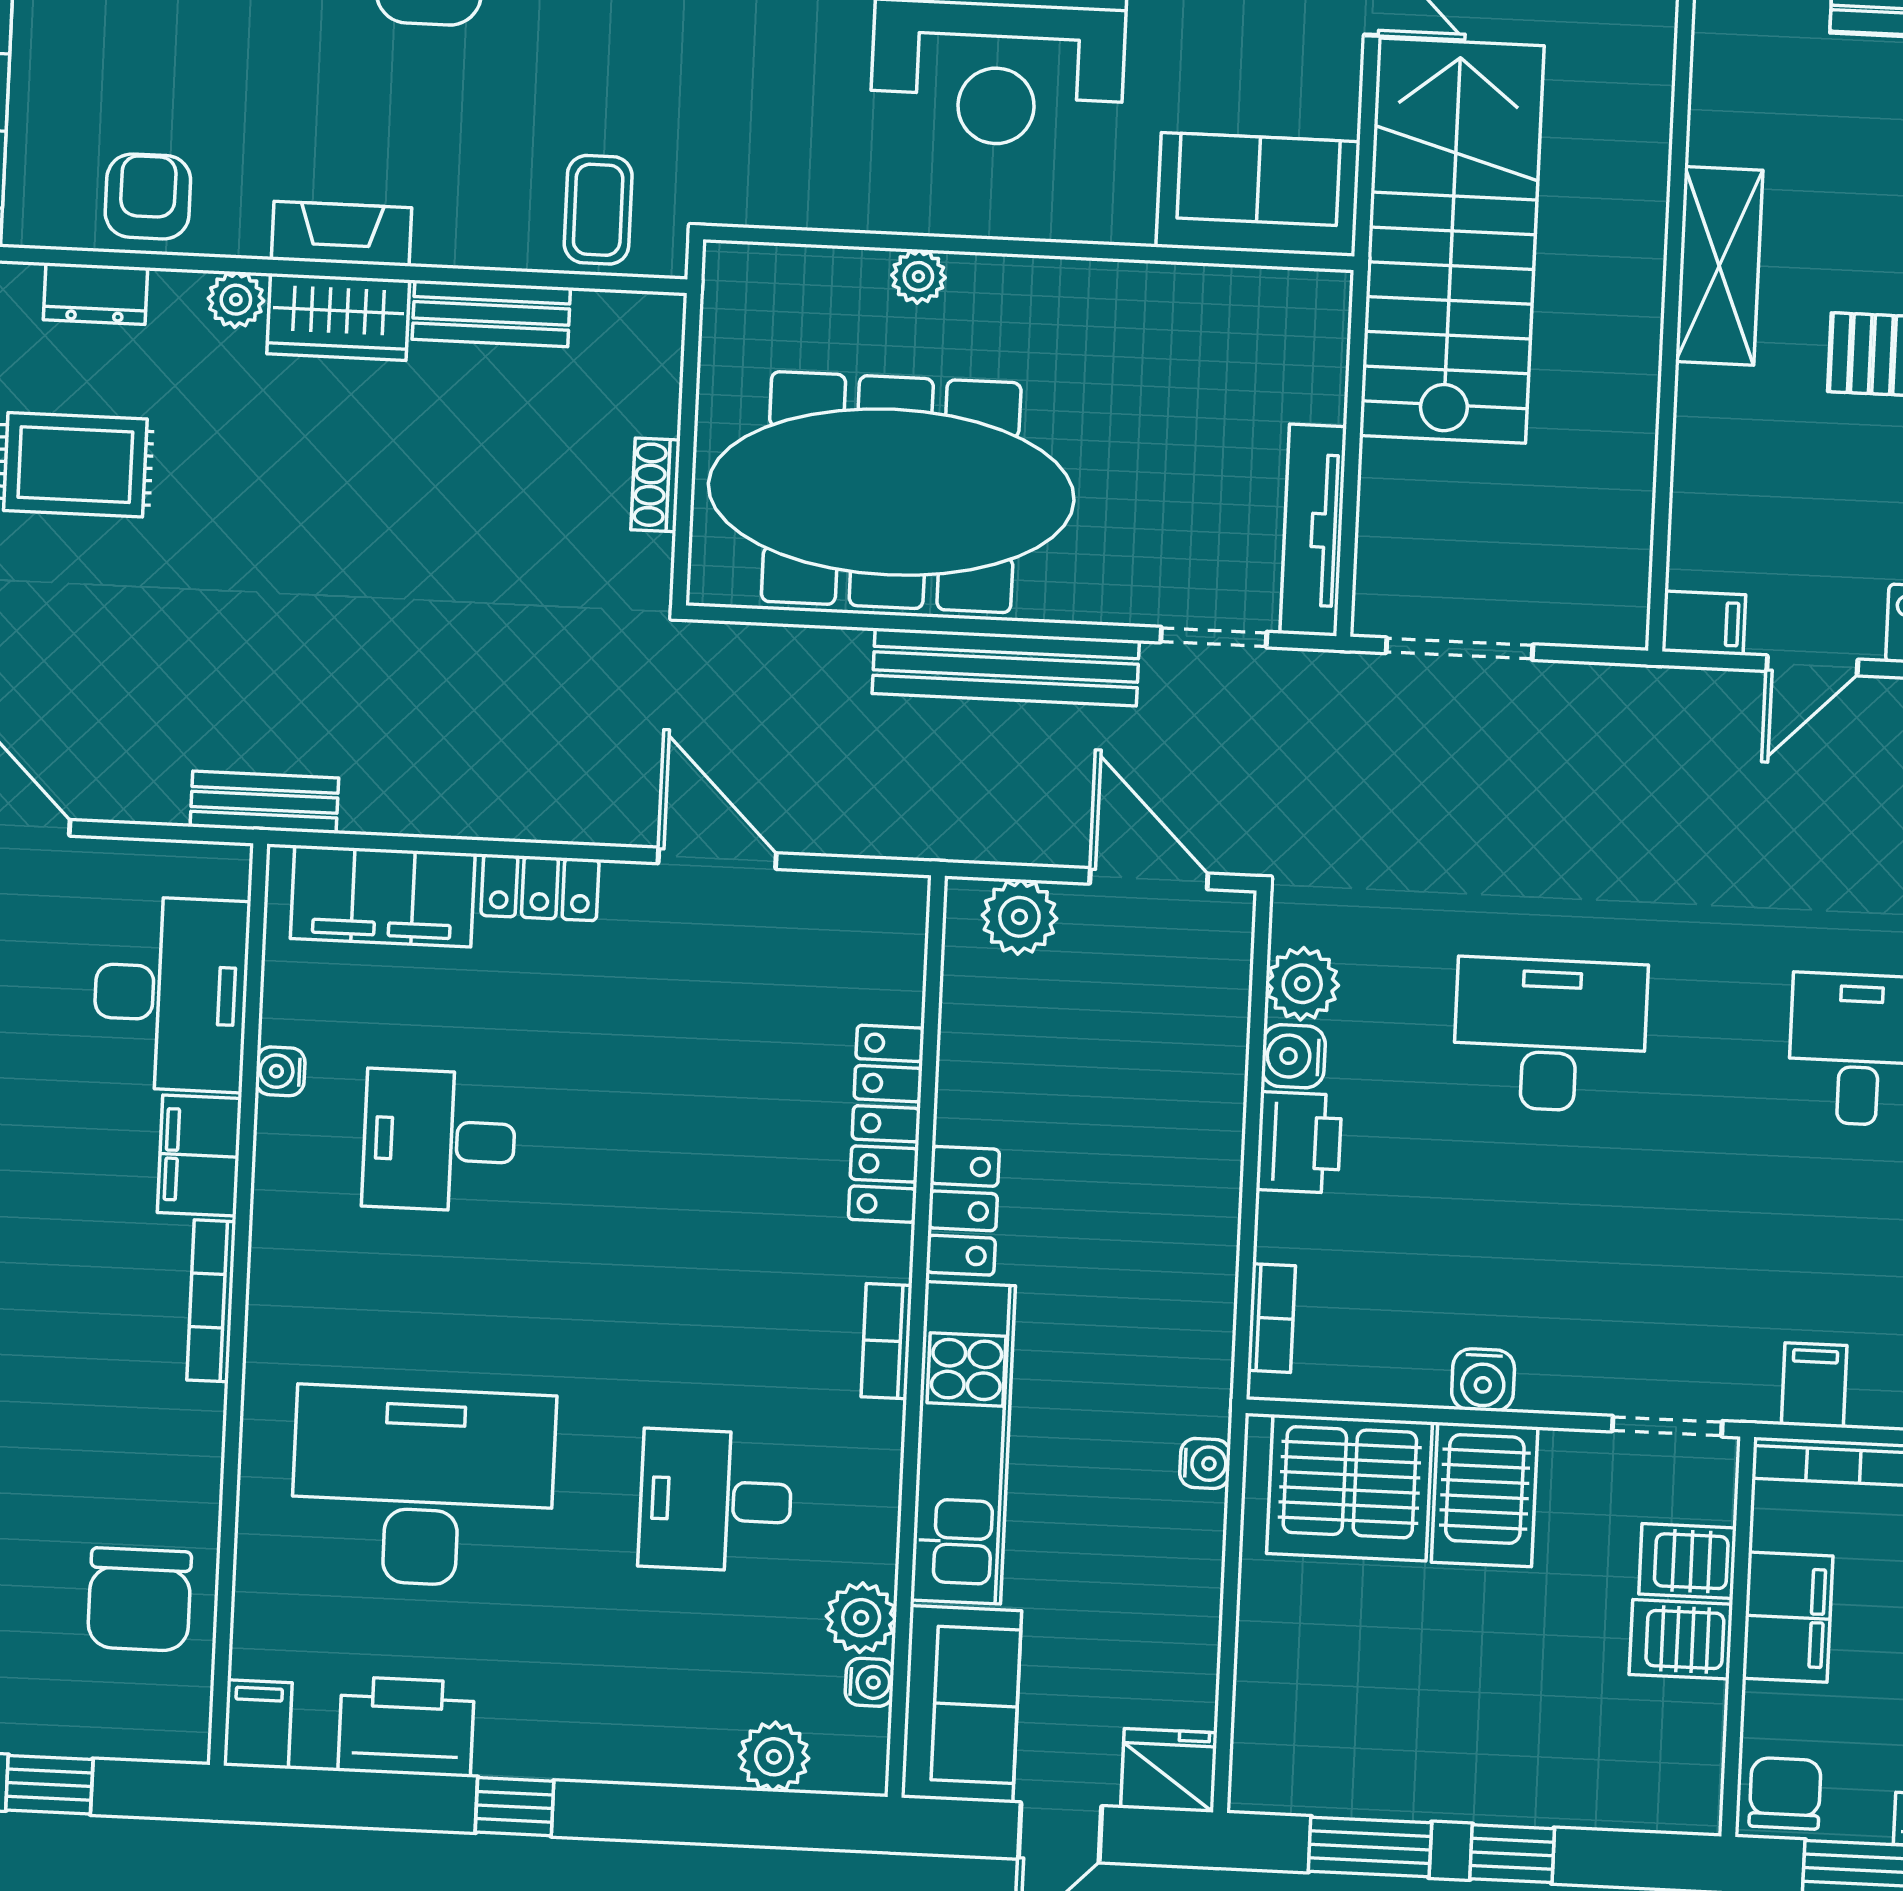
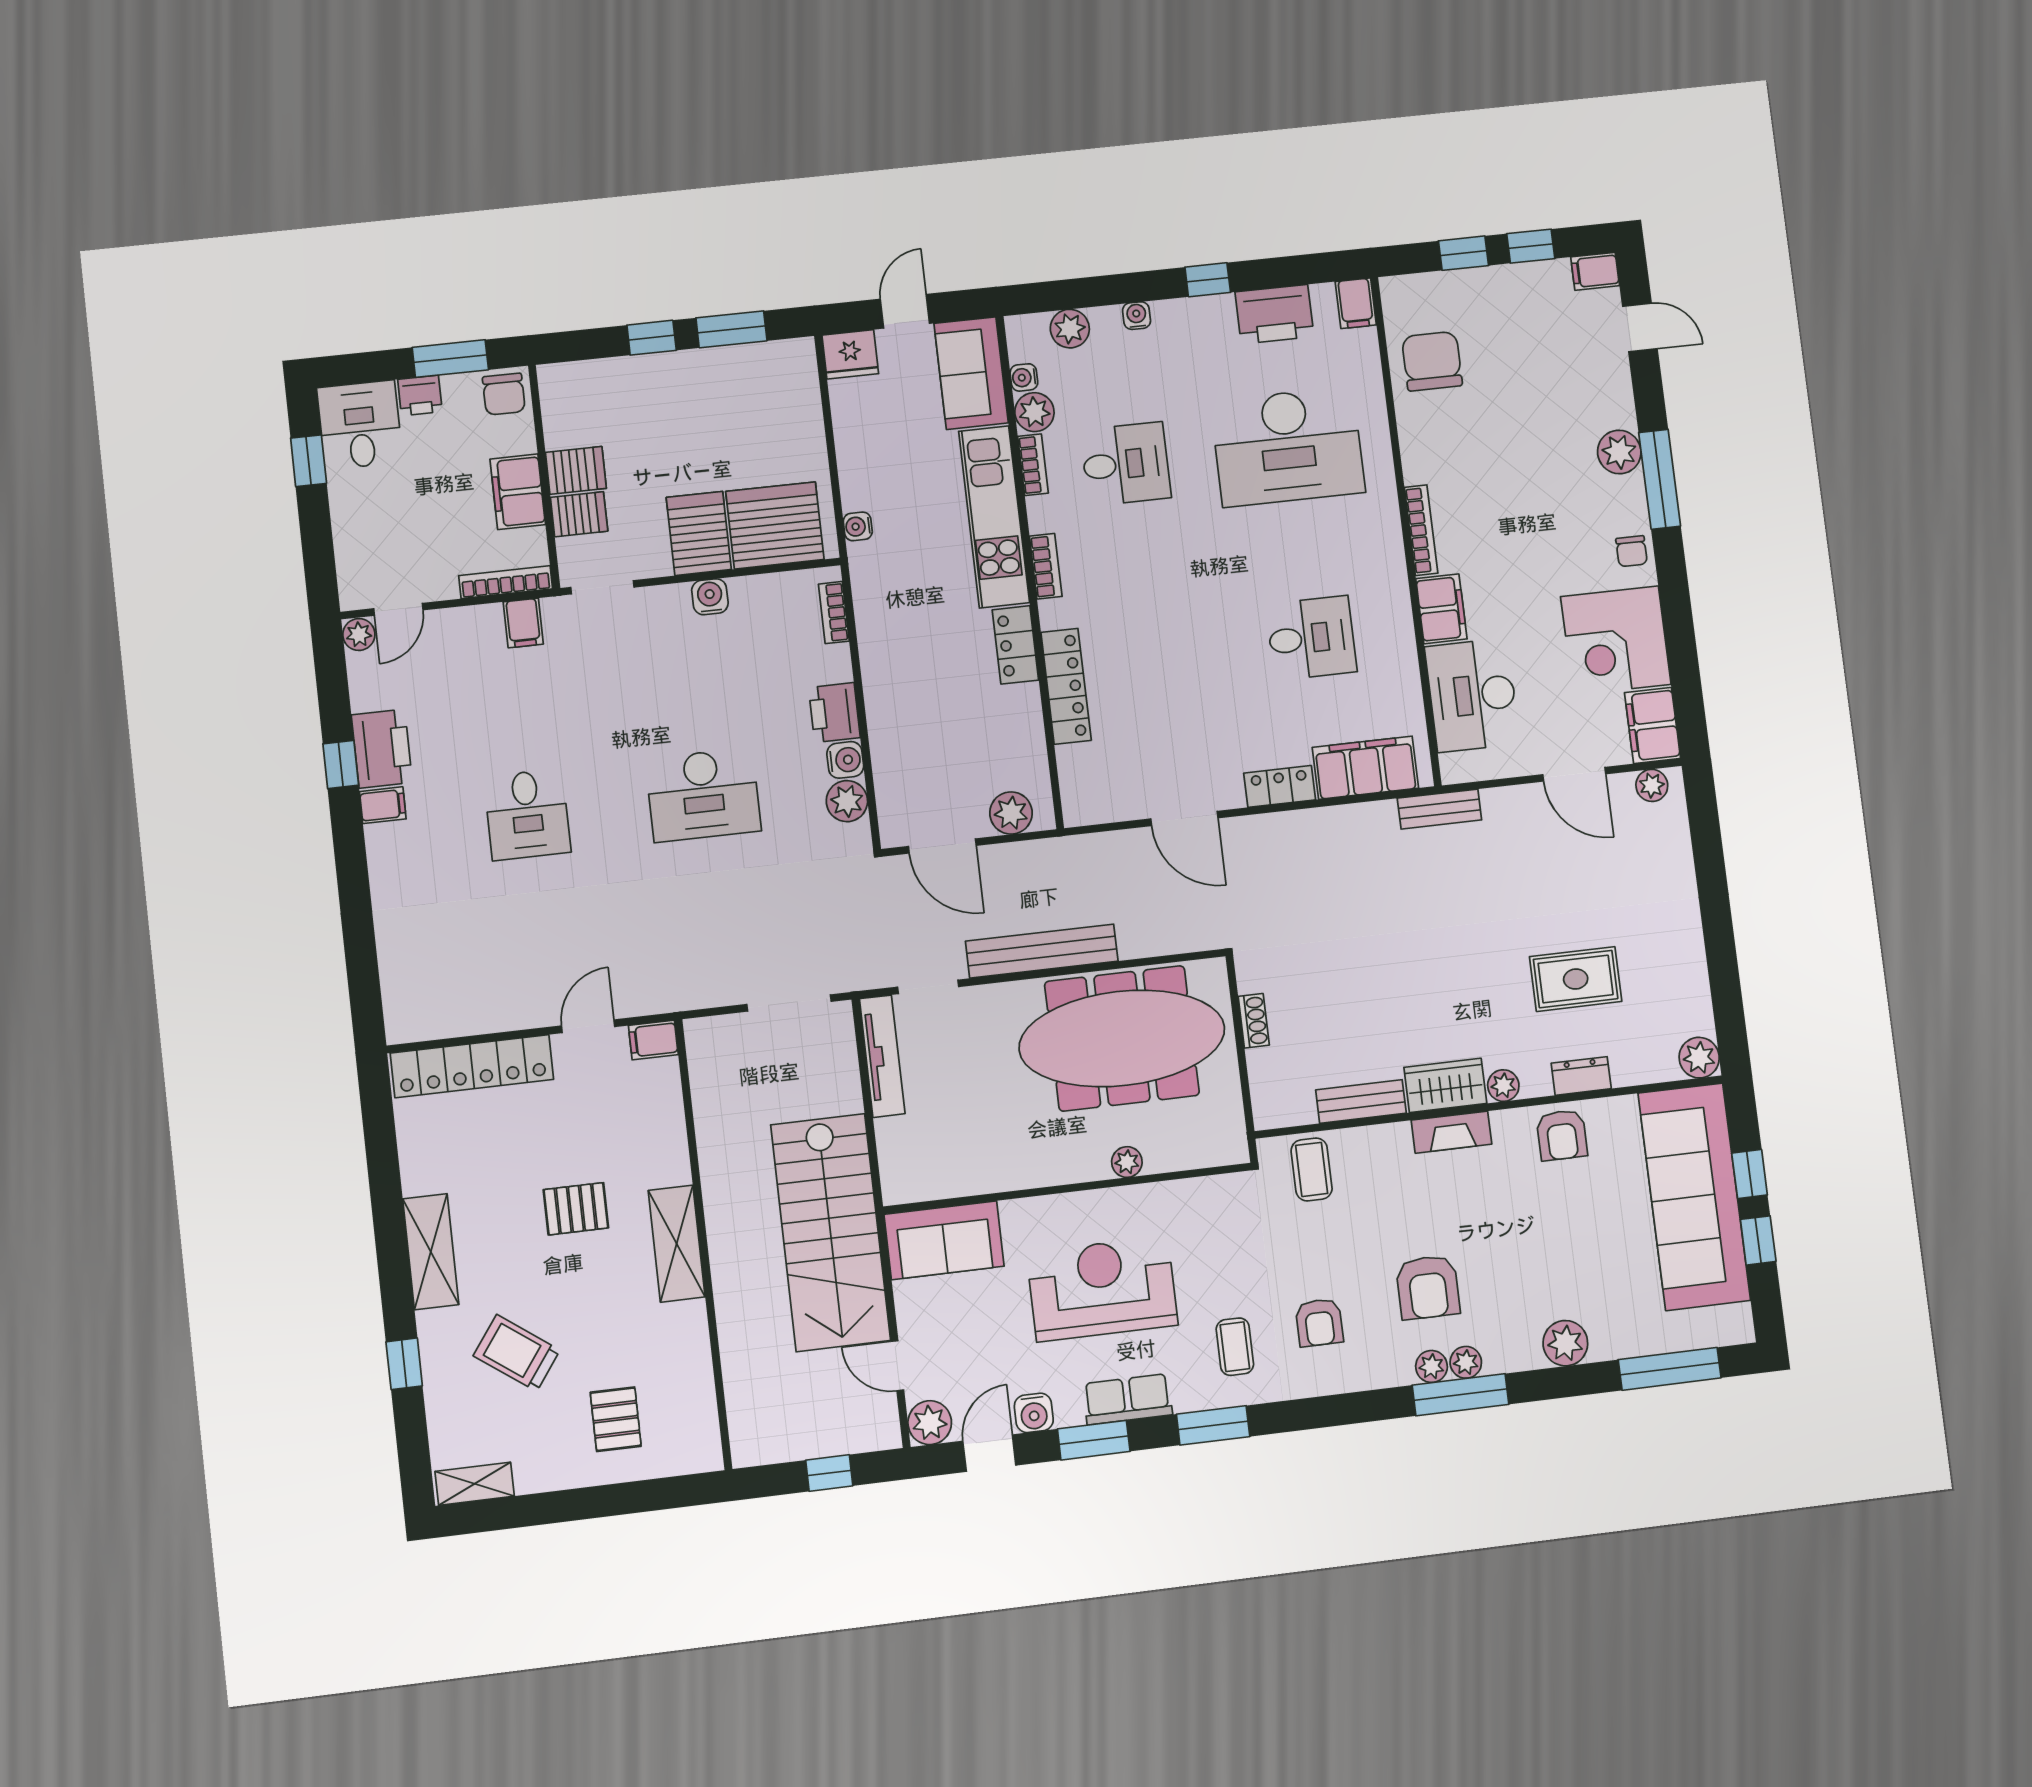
water cooler: (280, 1071) -> (1137, 316), moved, turned -90
bookcase: (879, 1524) -> (1033, 465), added

